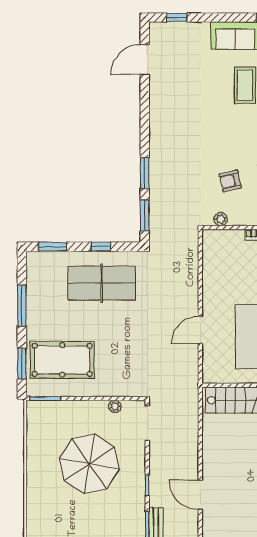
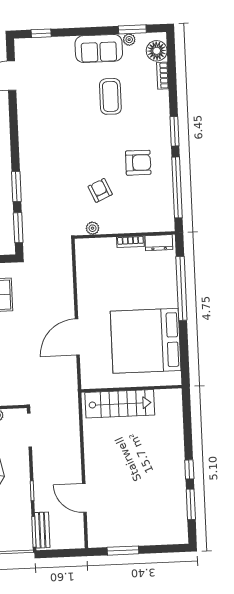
armchair: (230, 181) -> (100, 190), turned 79
door: (200, 330) -> (77, 337), width x1.36

